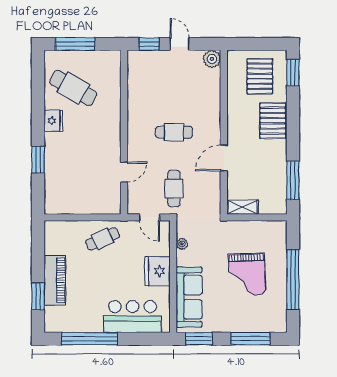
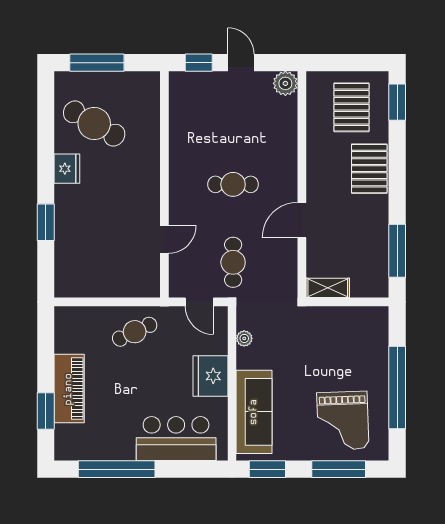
grand piano: (247, 275) -> (343, 421), moved

